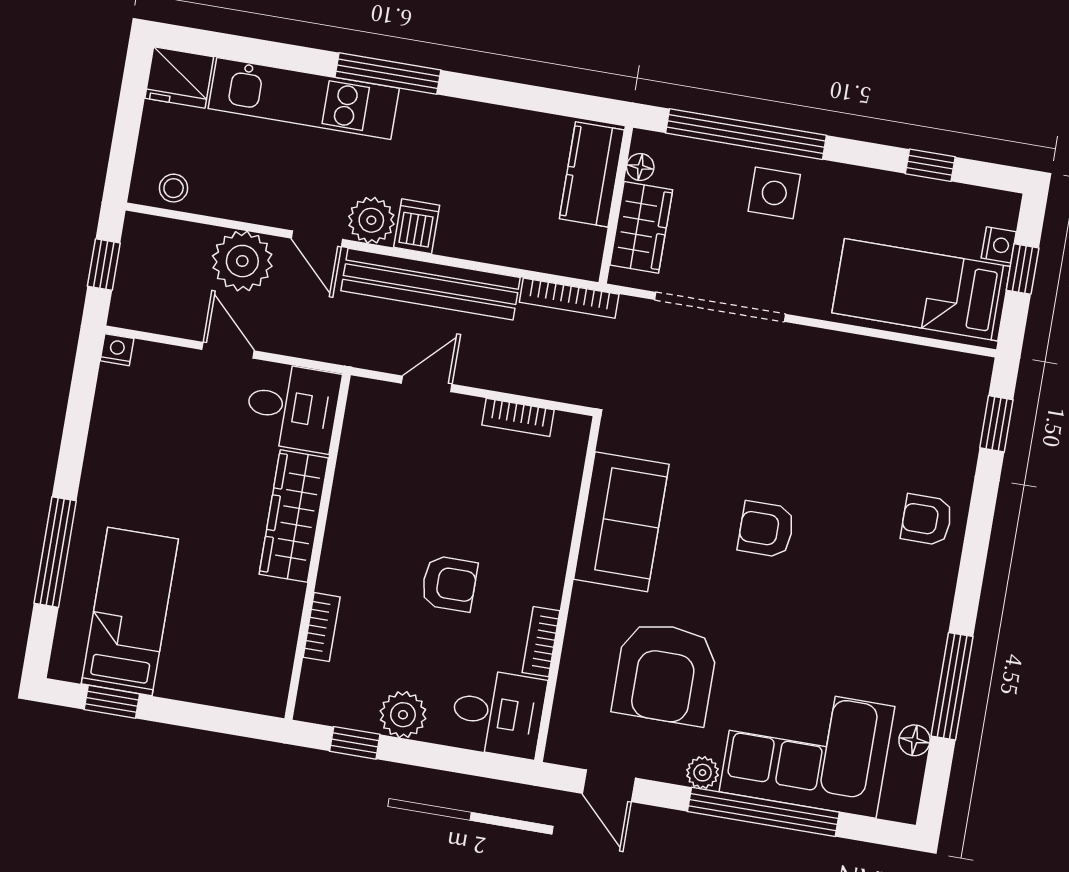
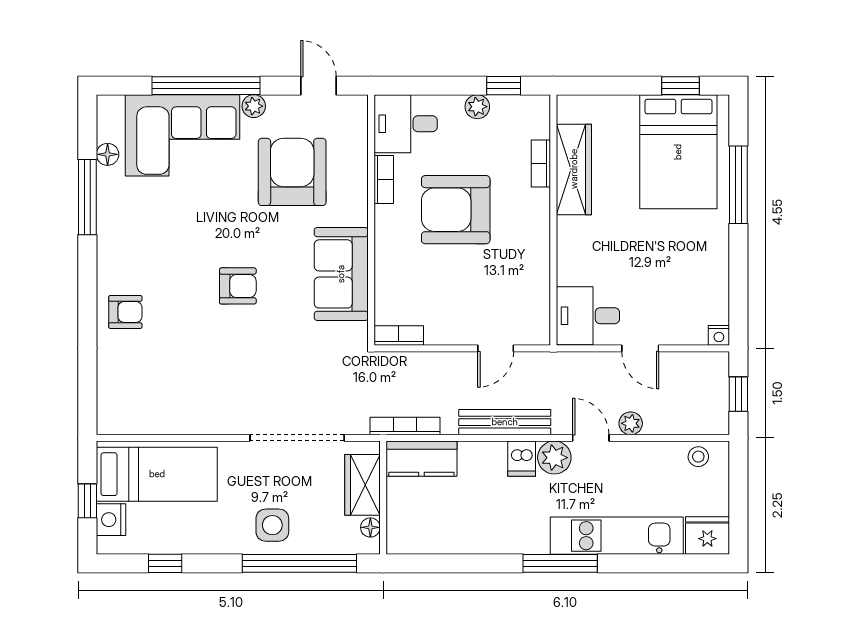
kitchen counter: (592, 174) -> (421, 459), moved, turned 90
nightstand: (999, 245) -> (111, 520), width x1.39, depth x1.35
plant: (242, 261) -> (631, 423), width x0.53, depth x0.53
bench: (431, 284) -> (505, 422), width x0.73, depth x0.82
bookcase: (518, 417) -> (399, 335), moved
window: (996, 424) -> (87, 388), removed
wardrobe: (294, 516) -> (574, 169), moved
armchair: (449, 584) -> (456, 210), width x1.88, depth x1.88
bed: (130, 611) -> (678, 152), width x1.50
plant: (403, 715) -> (477, 107), width x0.73, depth x0.73

